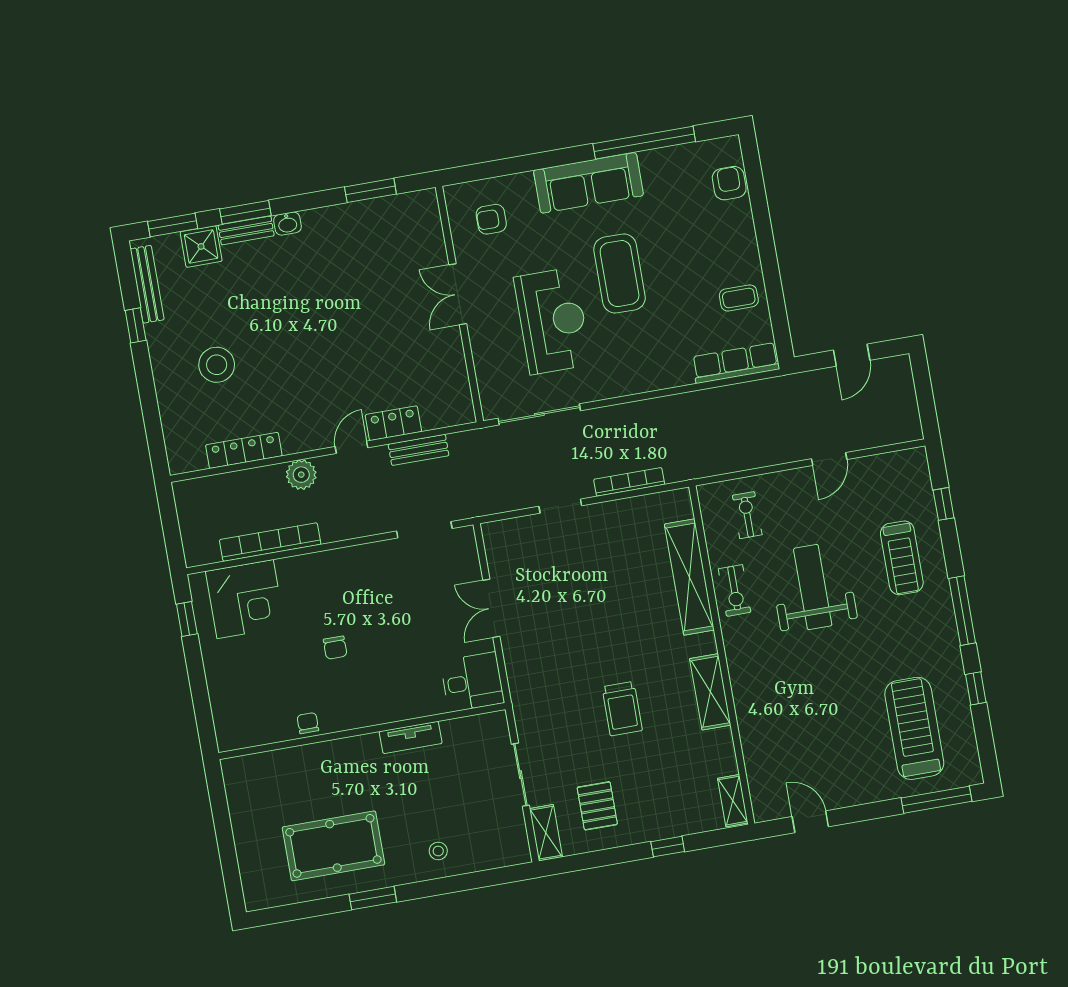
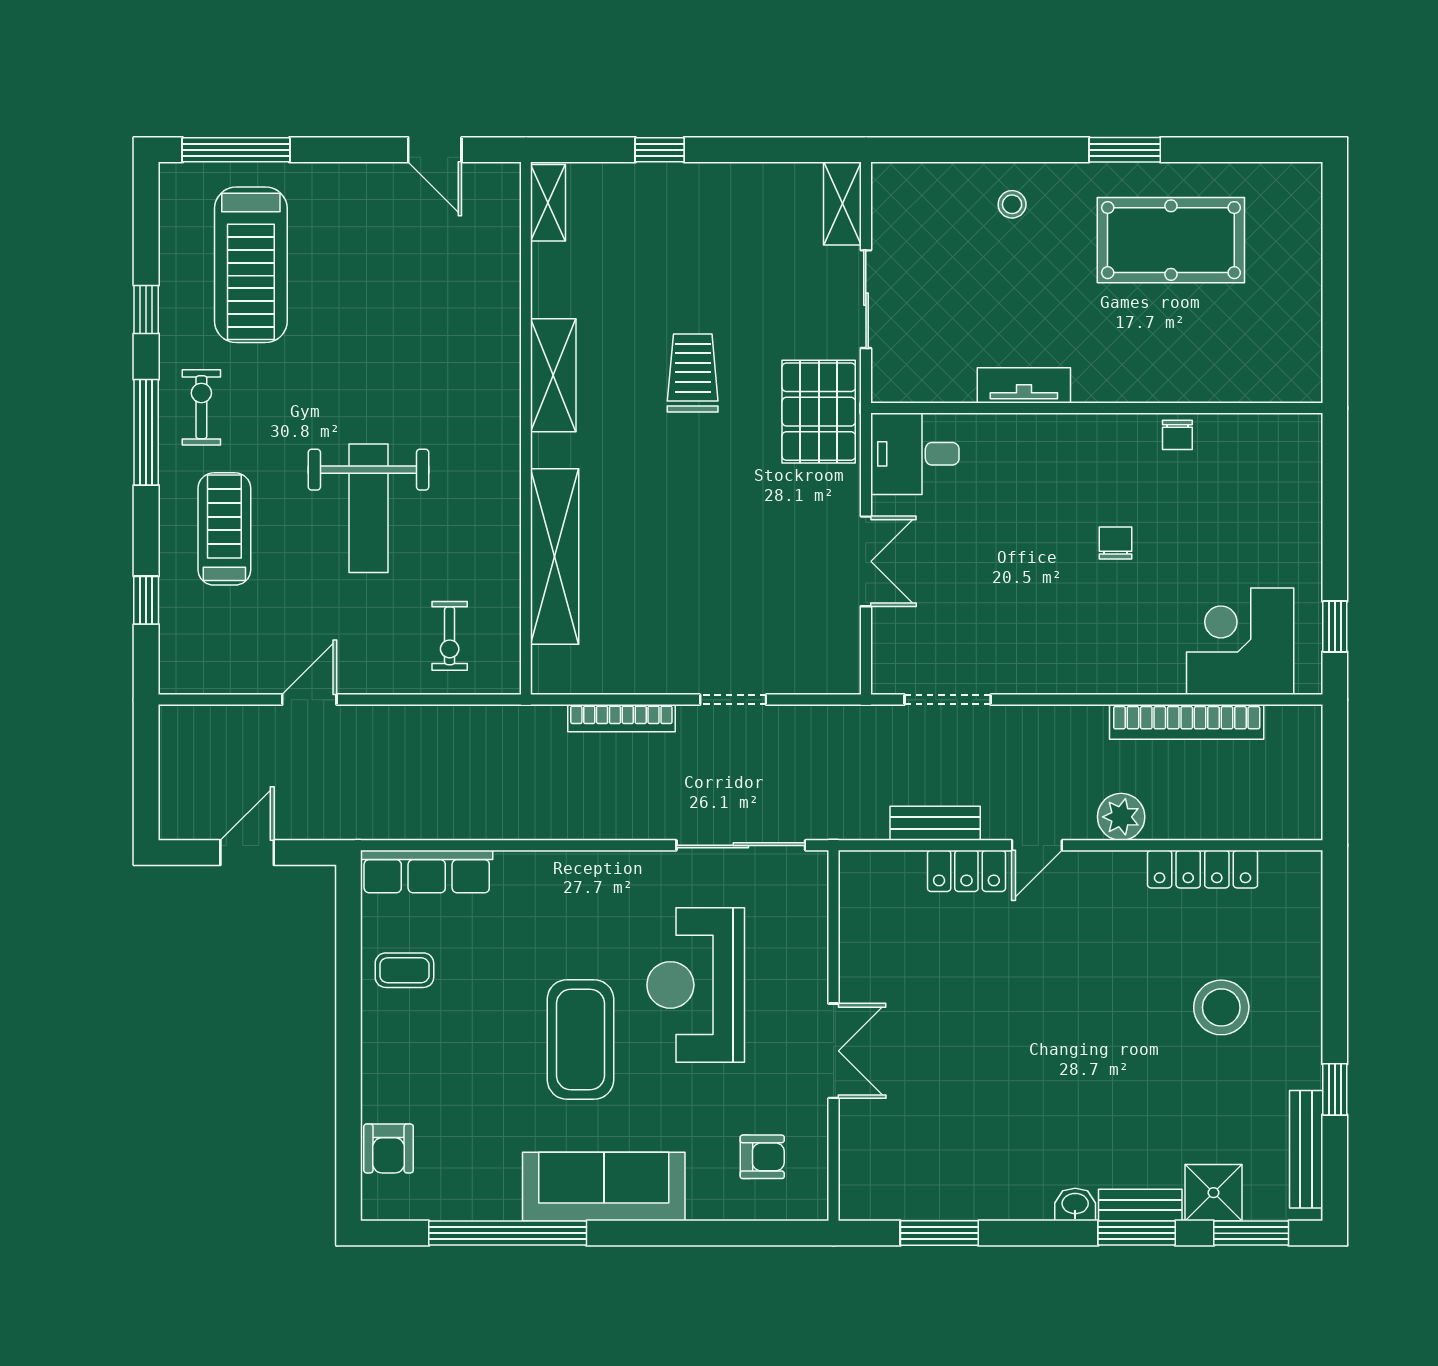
exercise bike: (735, 591) -> (201, 407), moved
pallet: (597, 806) -> (819, 412), moved, width x1.50, depth x1.42

